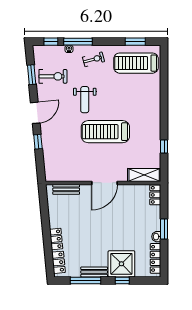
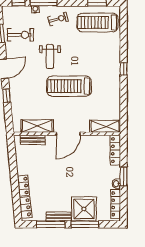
window: (164, 147) -> (124, 69), moved
shelving: (71, 175) -> (37, 126), added
locker: (155, 195) -> (115, 150), width x1.53
window: (122, 280) -> (85, 224), width x2.17

